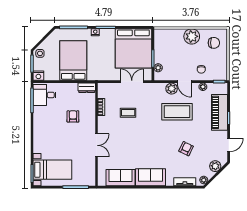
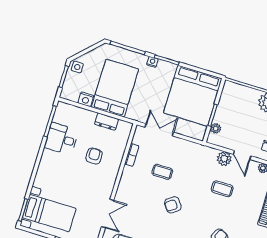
nightstand: (38, 76) -> (86, 99), moved
double door: (132, 82) -> (159, 130), moved
dresser: (87, 88) -> (106, 122), moved
desk: (45, 95) -> (61, 139), moved
coffee table: (177, 112) -> (222, 189), width x0.54, depth x0.58
armchair: (144, 135) -> (173, 205), added
double door: (97, 145) -> (108, 214), moved

